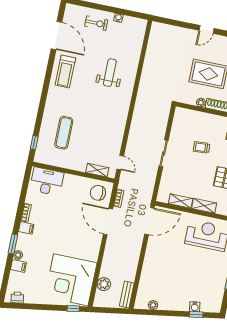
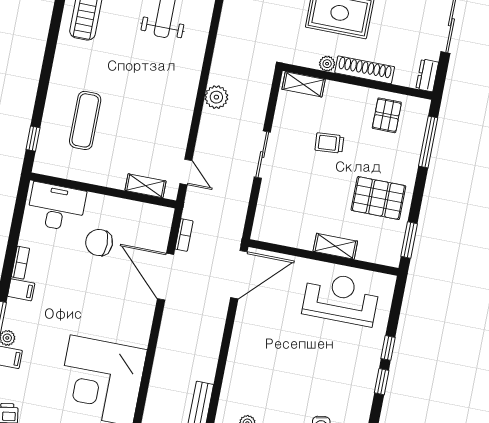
chair: (98, 193) -> (99, 243), moved
shelving: (181, 201) -> (304, 84), moved
plant: (104, 284) -> (216, 97), moved

